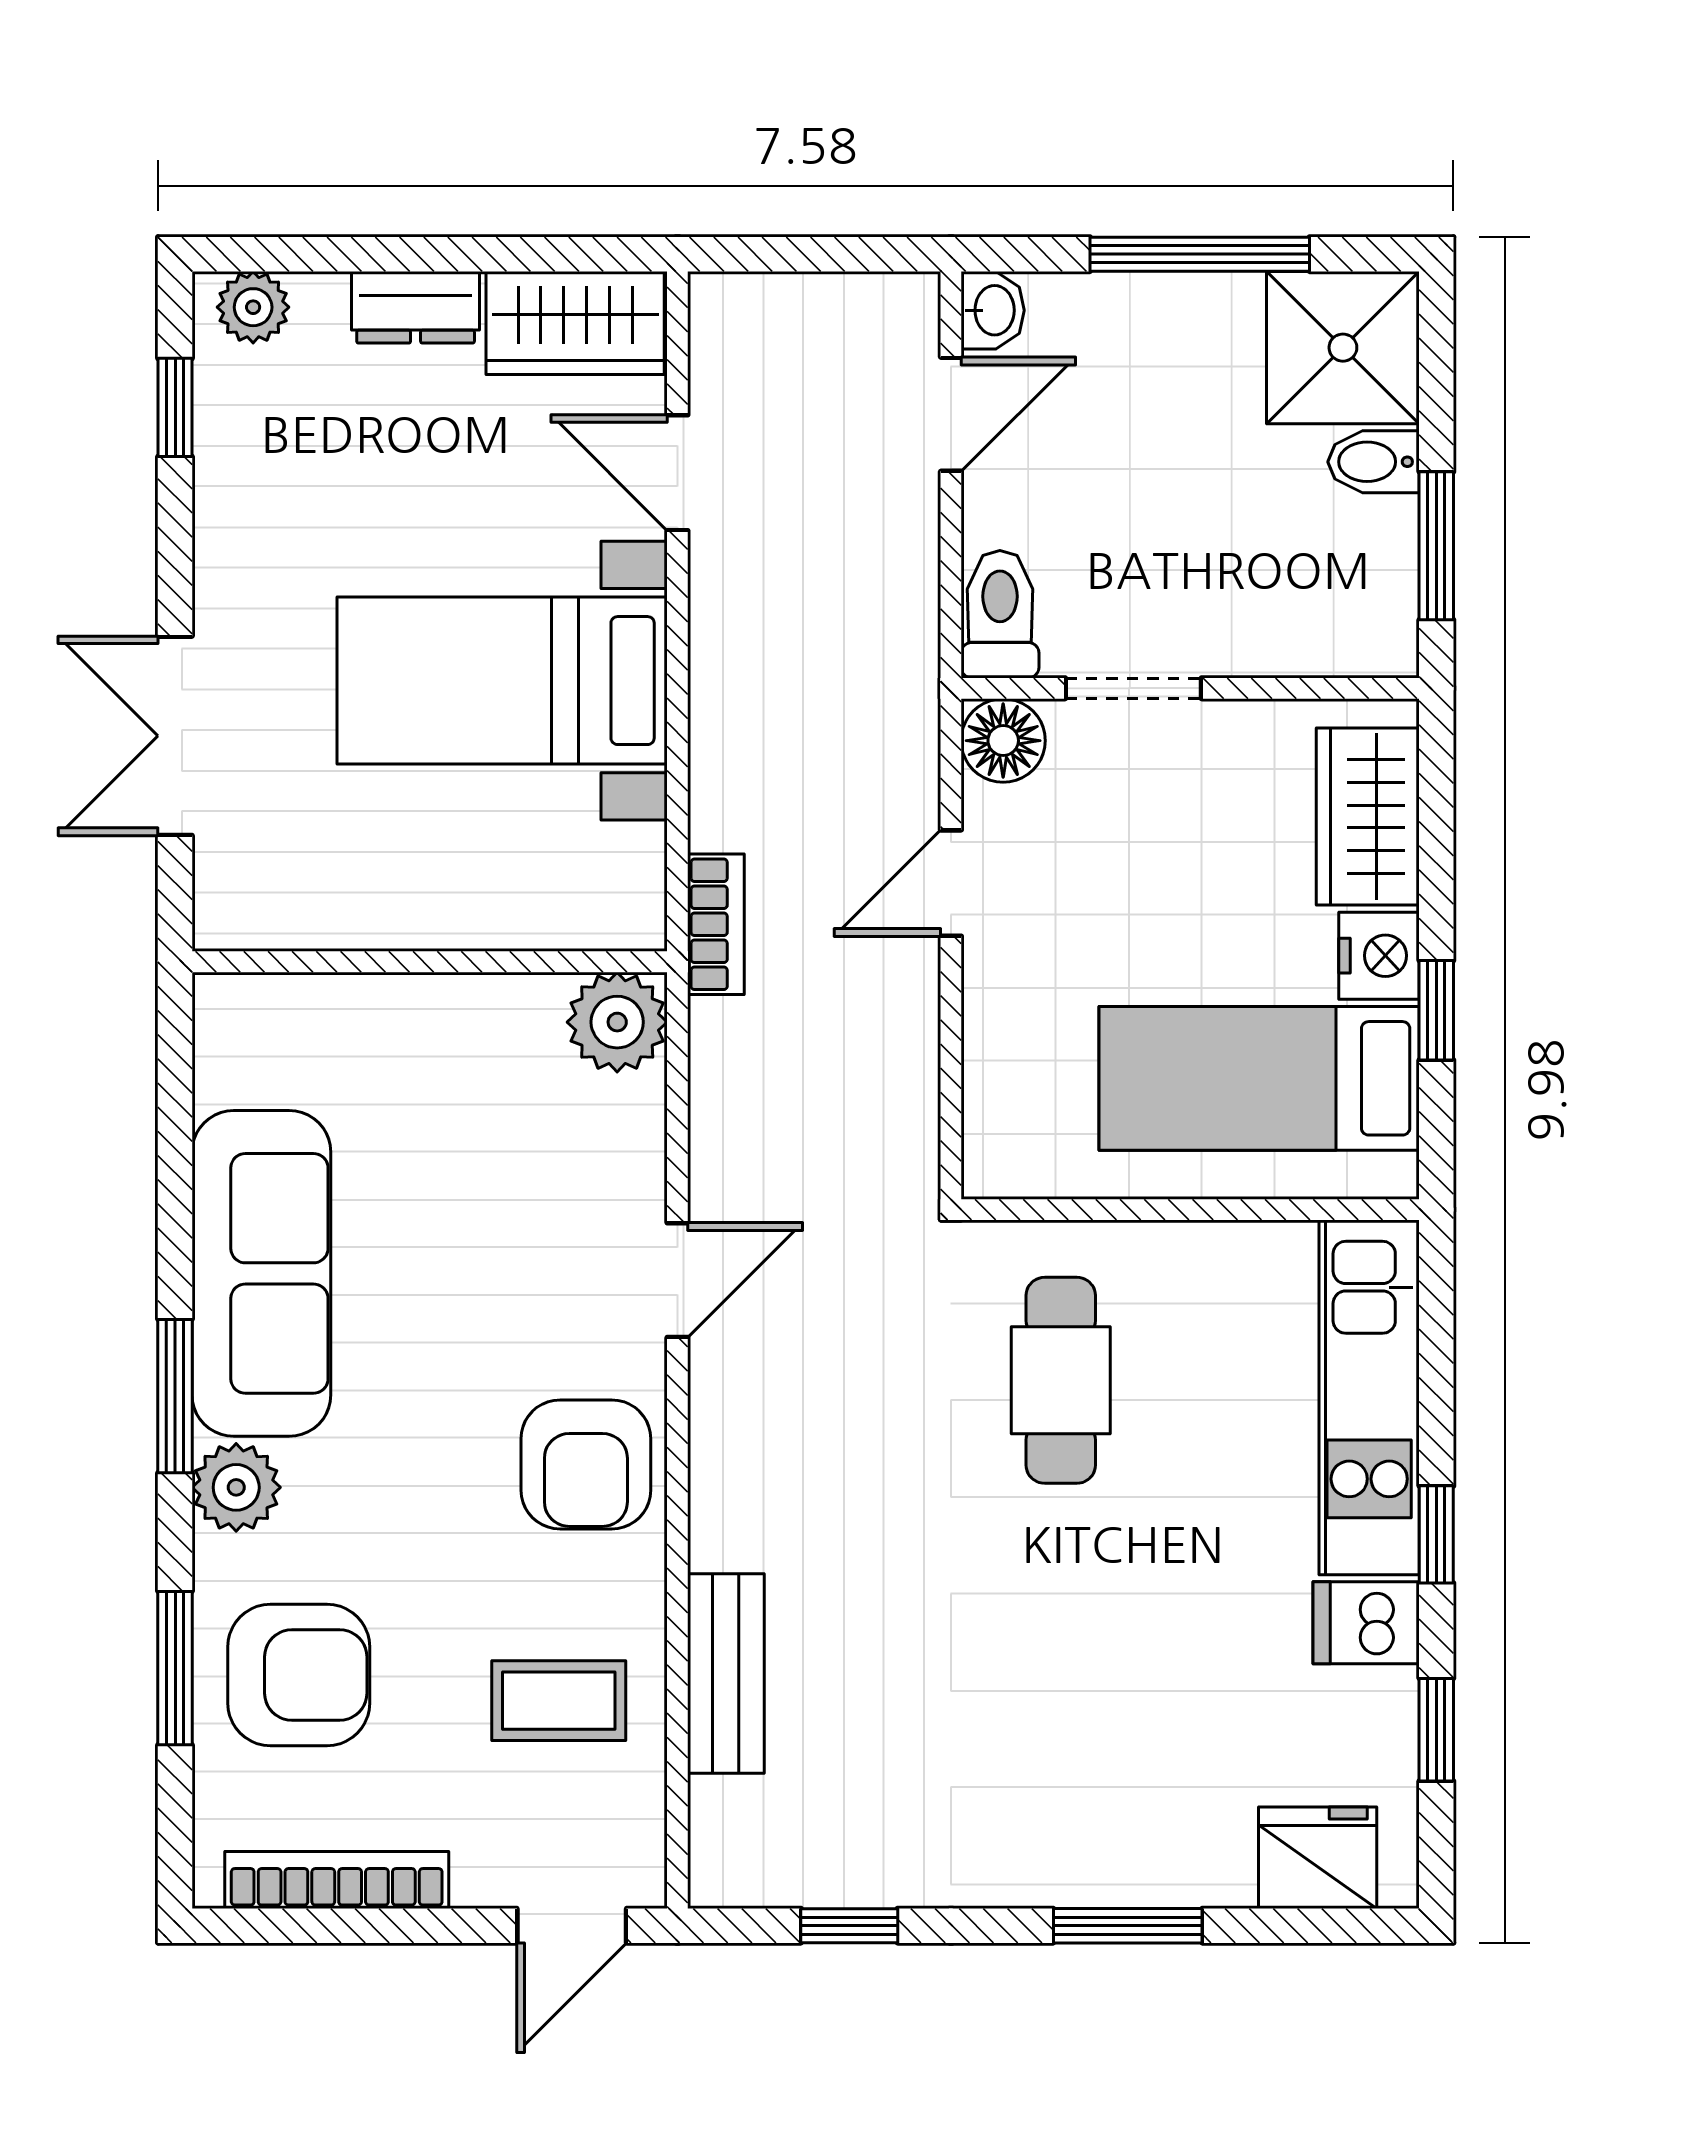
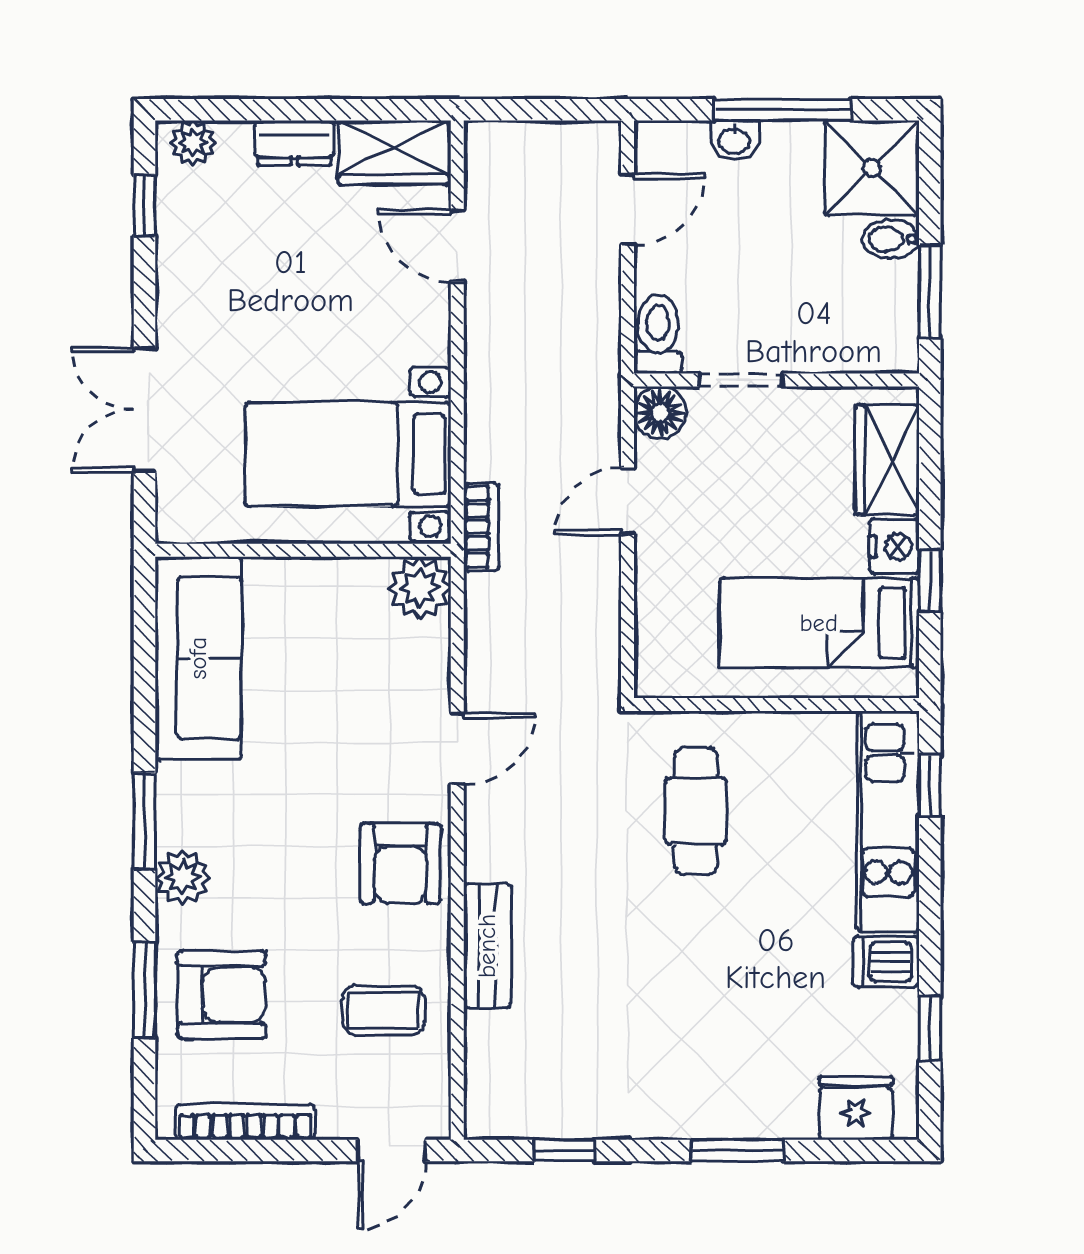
washbasin: (993, 310) -> (734, 140), moved, turned 90
bed with nightstands: (502, 681) -> (348, 454), moved
sofa: (261, 1273) -> (198, 658), moved
window: (1436, 1534) -> (930, 786), moved
bench: (726, 1674) -> (487, 946), moved

